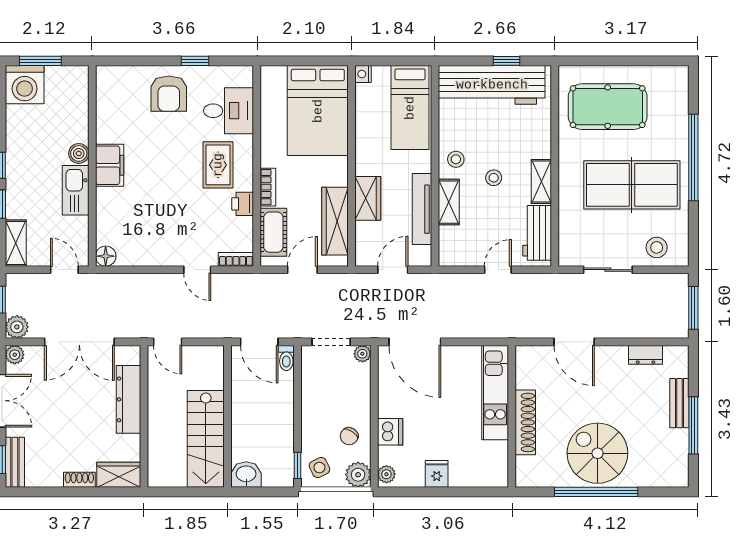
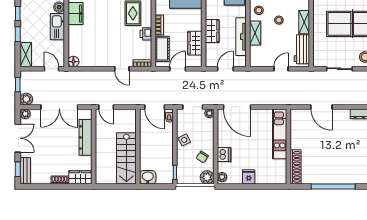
wardrobe: (335, 221) -> (195, 43), width x0.67
shoe rack: (525, 422) -> (296, 167), moved
spiral stairs: (597, 453) -> (334, 166), removed
side table: (319, 468) -> (184, 140), moved

